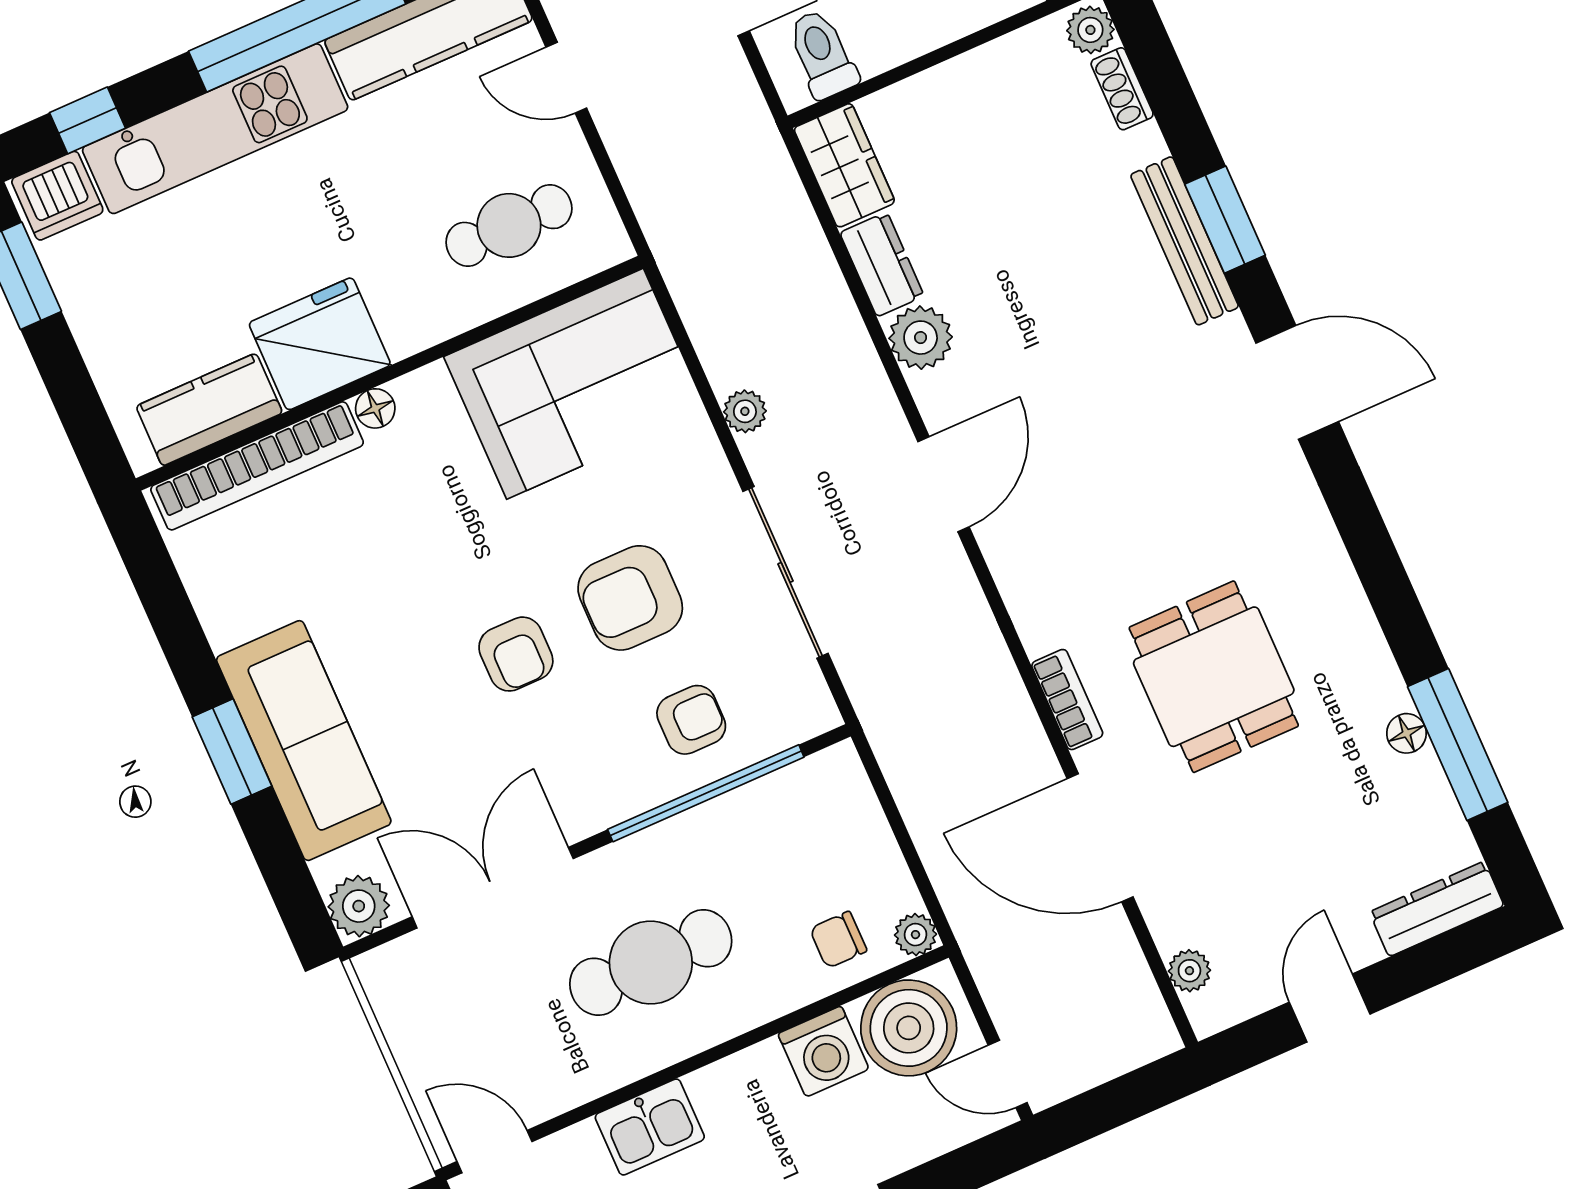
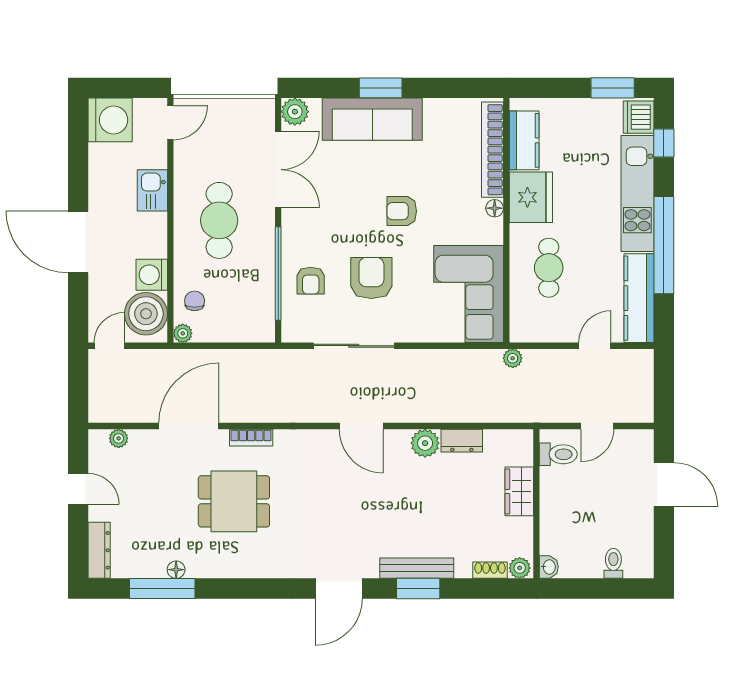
wardrobe: (844, 165) -> (519, 491), moved, turned 90
cafe table: (509, 225) -> (549, 268), moved
plant: (745, 411) -> (513, 358), moved
armchair: (516, 654) -> (402, 211), moved

